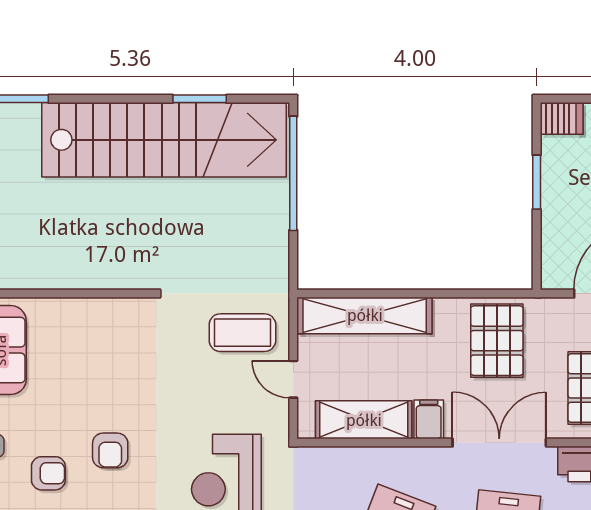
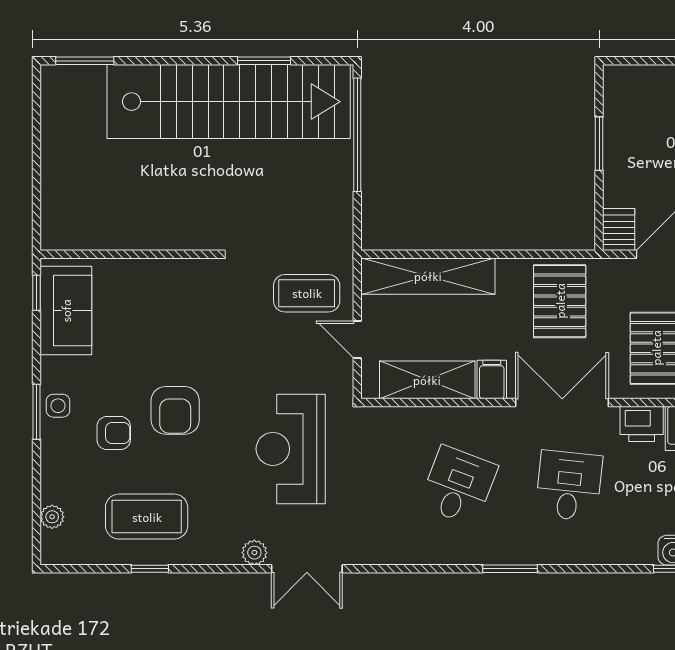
server rack: (562, 118) -> (619, 230), moved, turned -90
armchair: (110, 450) -> (175, 410), width x1.38, depth x1.38

